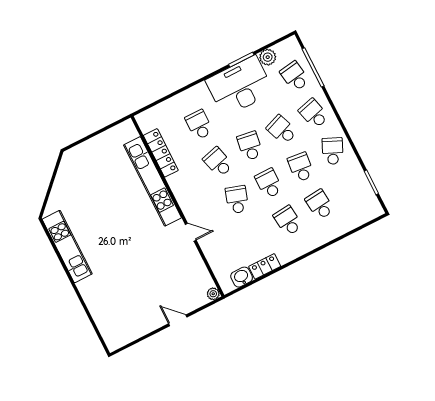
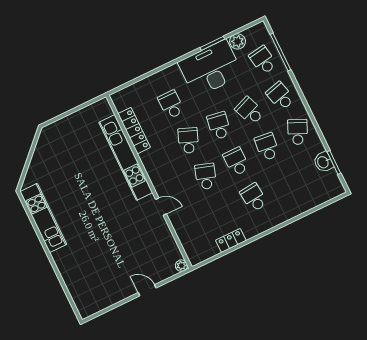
school desk: (218, 162) -> (188, 140), turned 36
school desk: (320, 205) -> (284, 183), removed
washbasin: (242, 277) -> (323, 162), moved, turned -90

